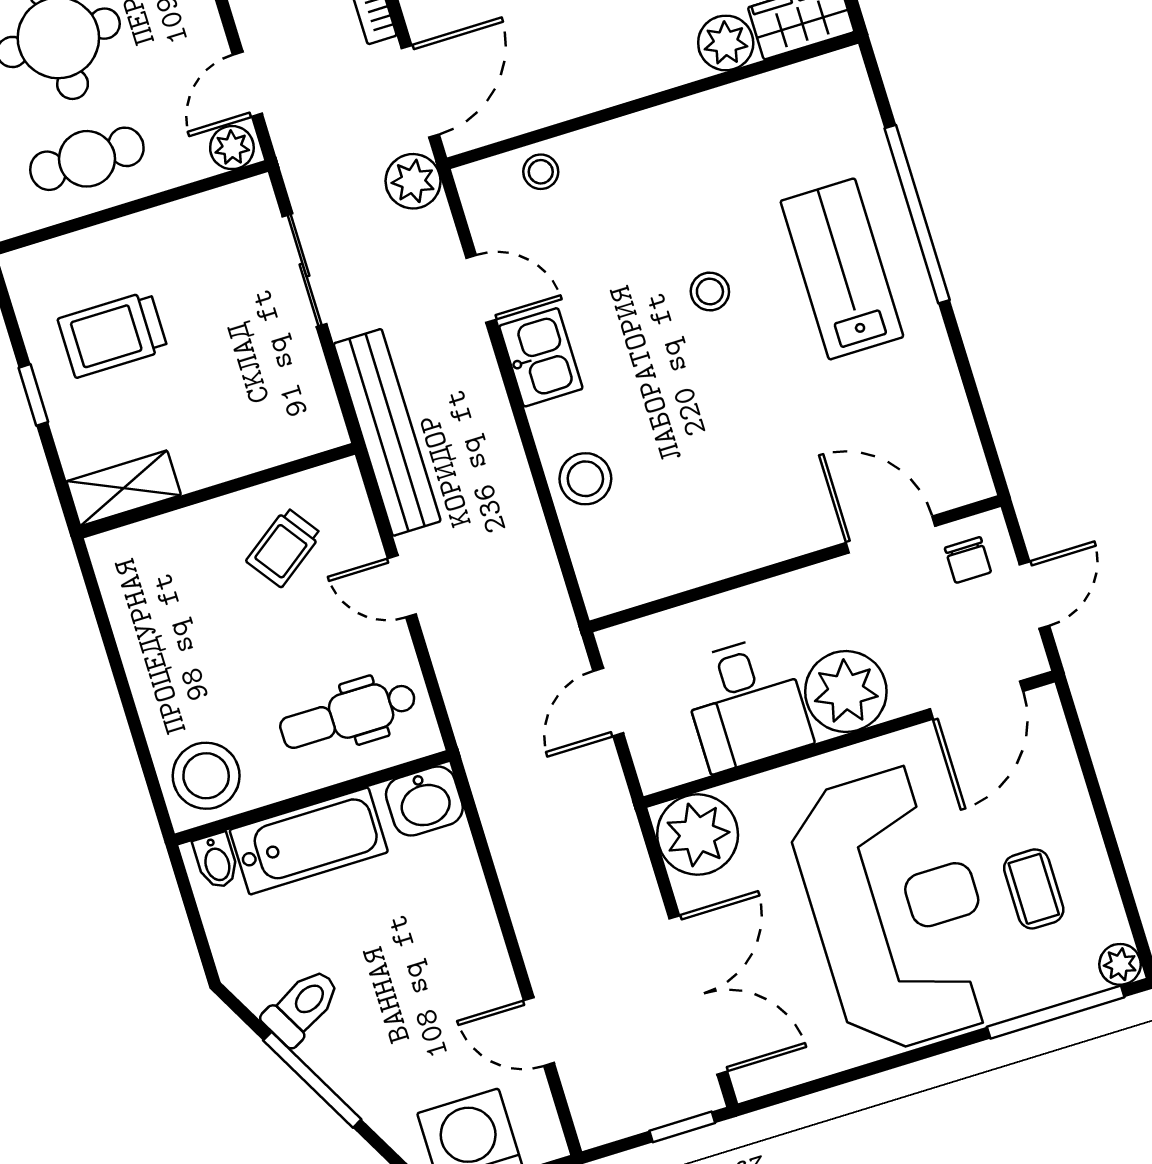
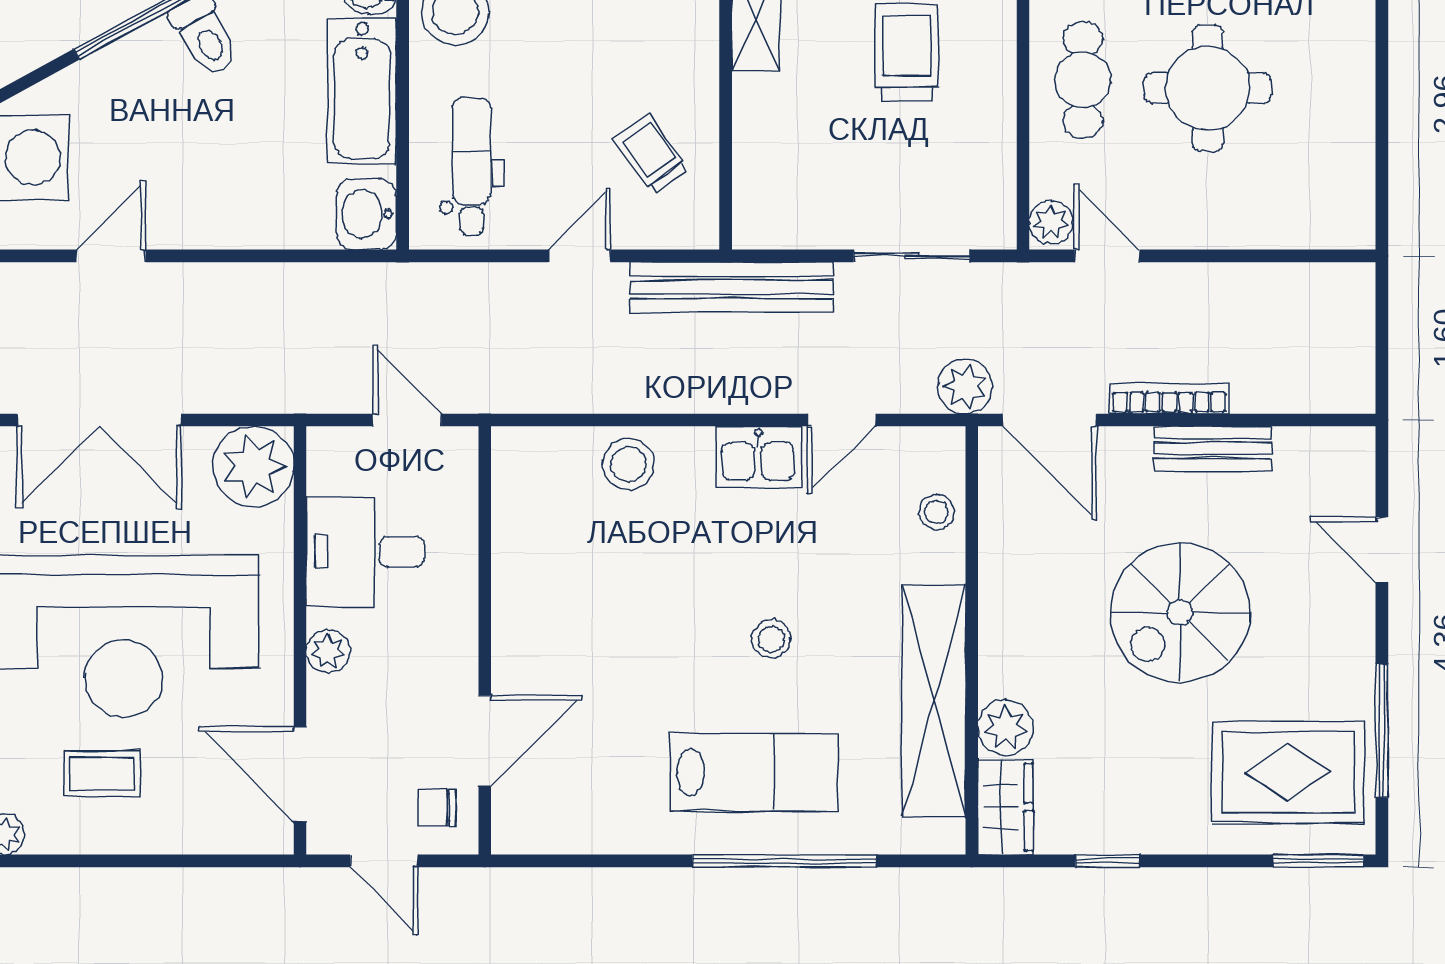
shelving: (721, 119) -> (934, 701), added
plant: (846, 691) -> (328, 651), width x0.53, depth x0.53

